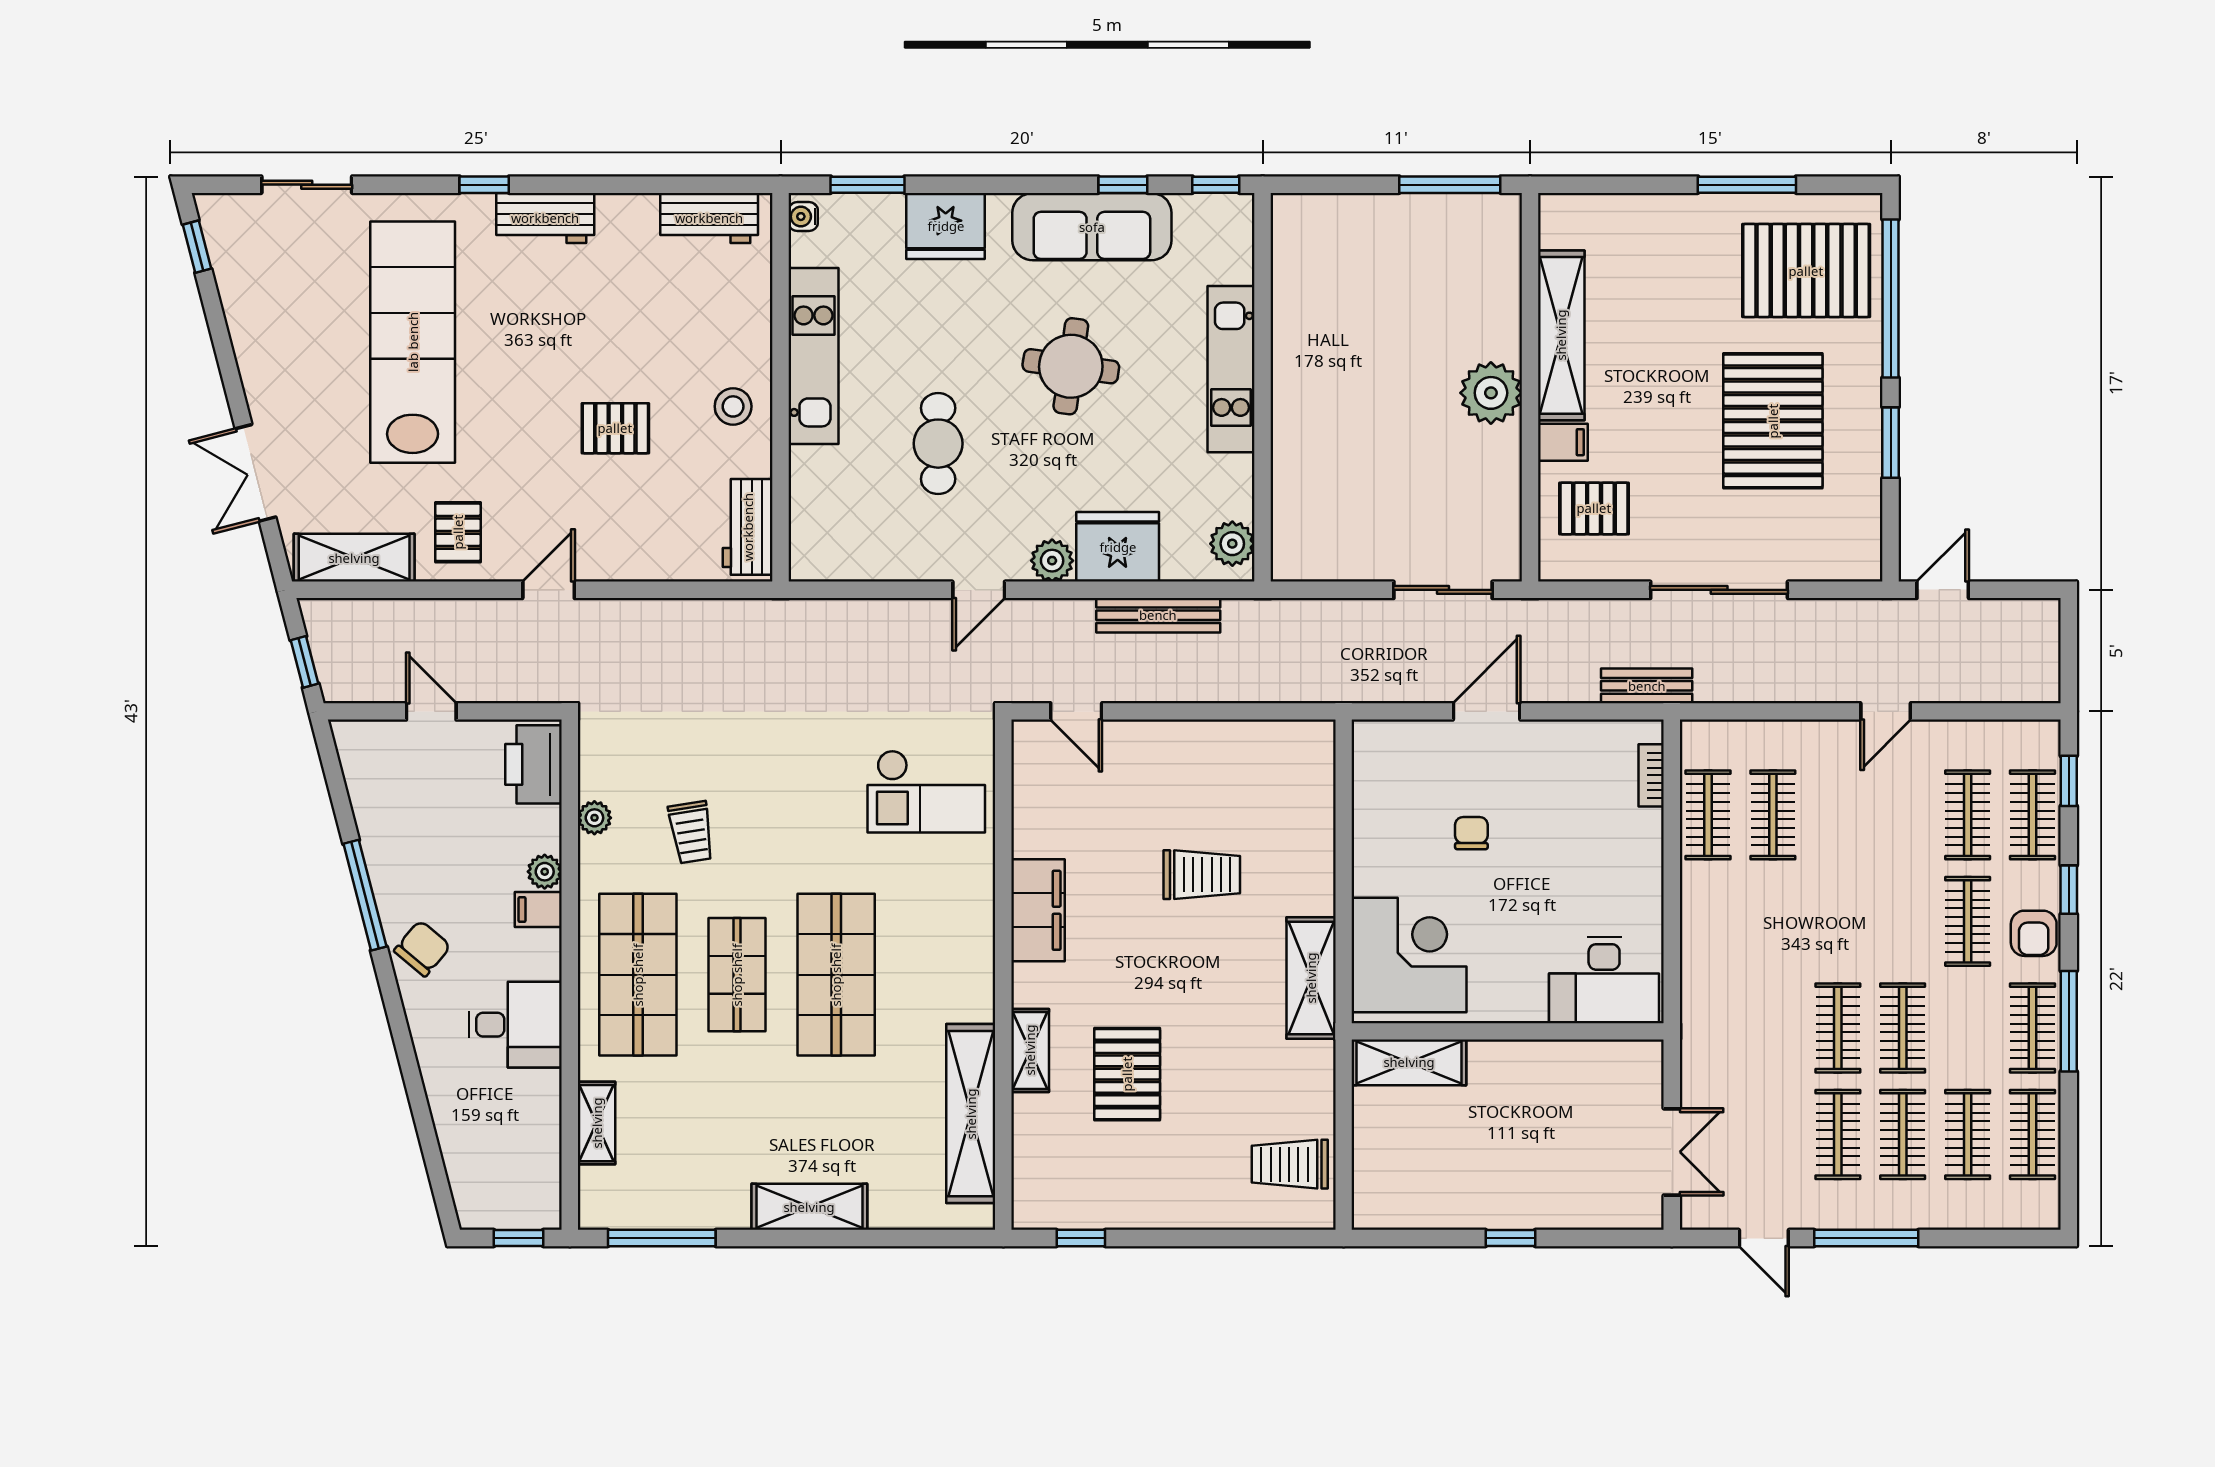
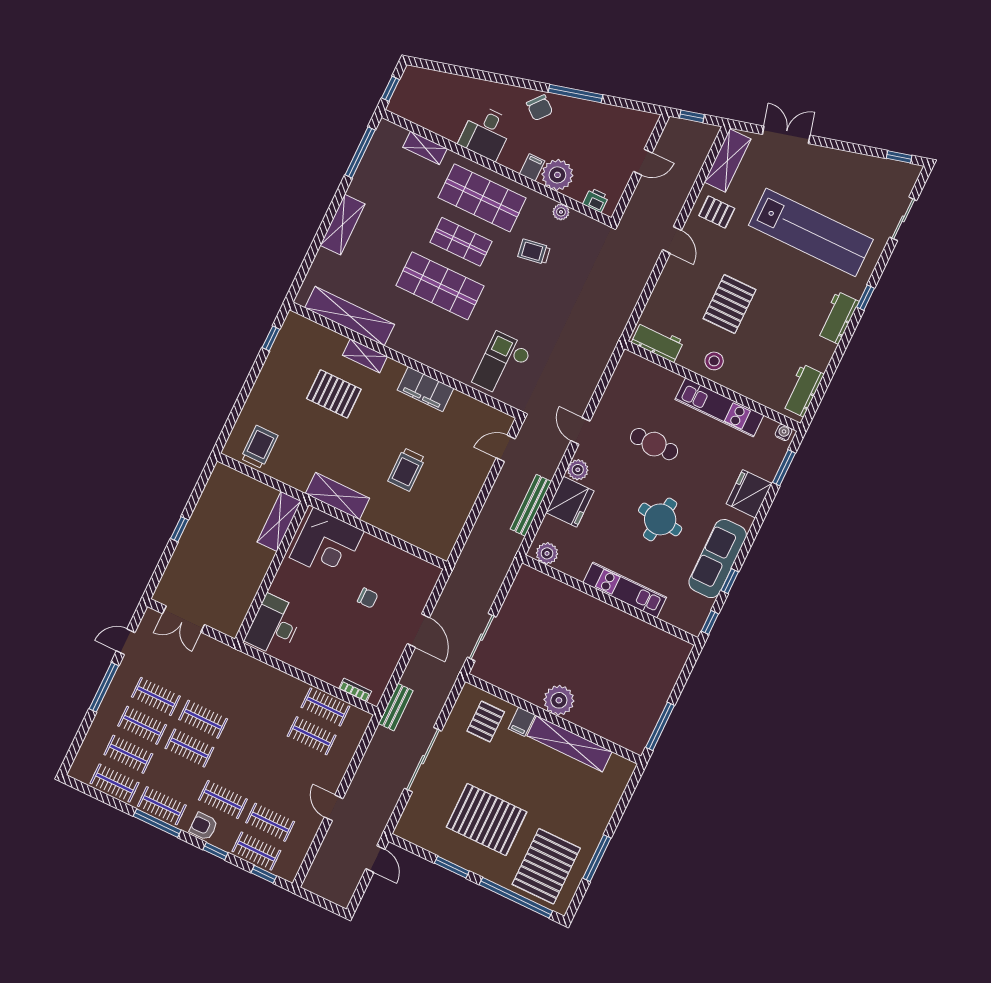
pallet: (615, 428) -> (729, 304), width x1.50, depth x1.42
printer: (534, 764) -> (596, 200), width x0.53, depth x0.68
plant: (545, 872) -> (557, 175), width x1.88, depth x1.88

